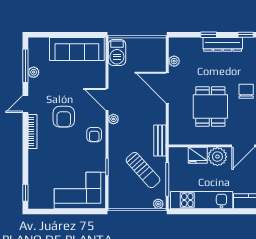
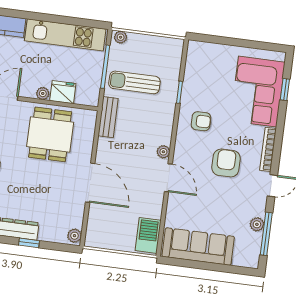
plant: (174, 61) -> (74, 236), moved
dining table: (210, 106) -> (50, 134), moved
armchair: (94, 135) -> (201, 121), moved, turned 90
plant: (217, 157) -> (43, 93), width x0.53, depth x0.53
sun lounger: (143, 170) -> (134, 82), turned -48
corner sofa: (80, 190) -> (258, 92), moved, turned 90
window: (25, 193) -> (285, 90), moved

